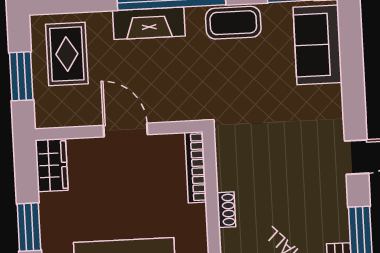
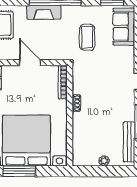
coffee table: (233, 23) -> (87, 37), moved, turned 90

